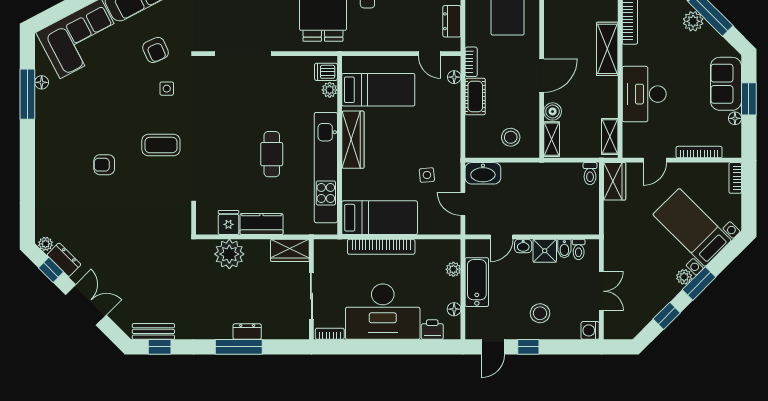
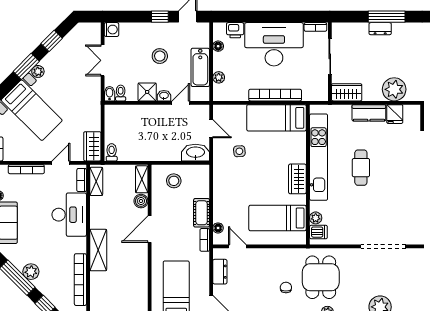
bookcase: (628, 138) -> (82, 180), added
wardrobe: (353, 140) -> (297, 179), width x0.67
bidet: (564, 249) -> (110, 94), moved
stool: (540, 313) -> (160, 56), moved

